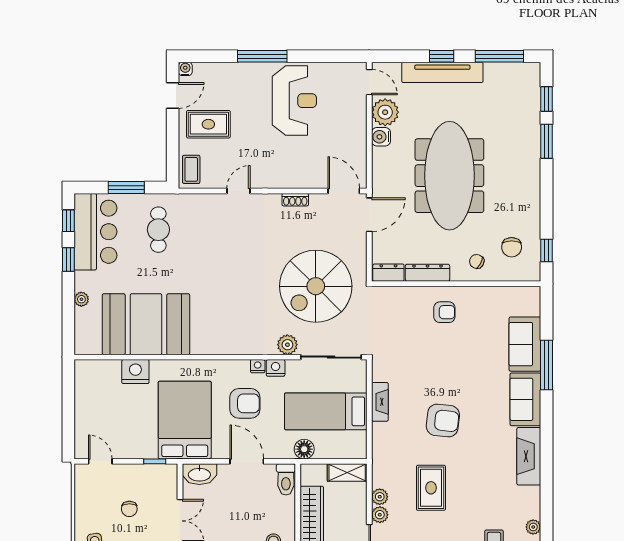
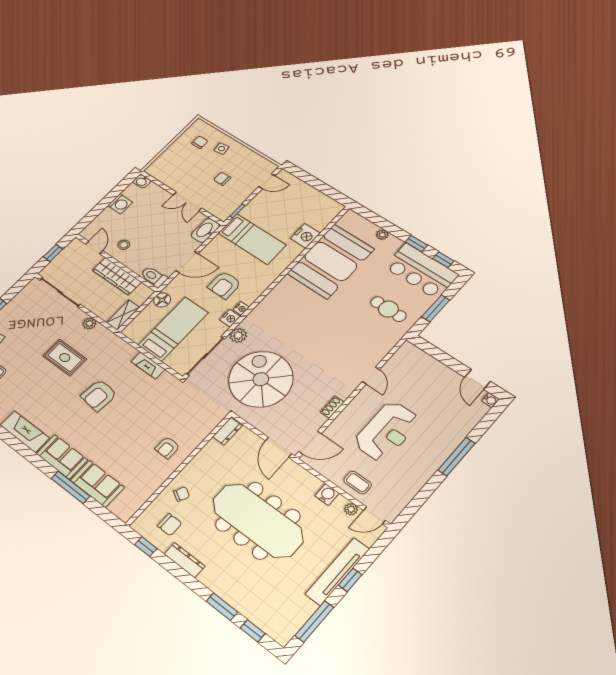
reception desk: (294, 101) -> (387, 431), moved, turned -90
plant: (385, 112) -> (351, 509), width x0.53, depth x0.53
rug: (208, 124) -> (436, 388), removed
coffee table: (191, 169) -> (358, 483), moved
chair: (512, 247) -> (170, 525), turned 180
dresser: (428, 273) -> (185, 560), moved, turned -90
bed: (185, 420) -> (252, 239), width x0.67
plant: (380, 515) -> (79, 316), removed

